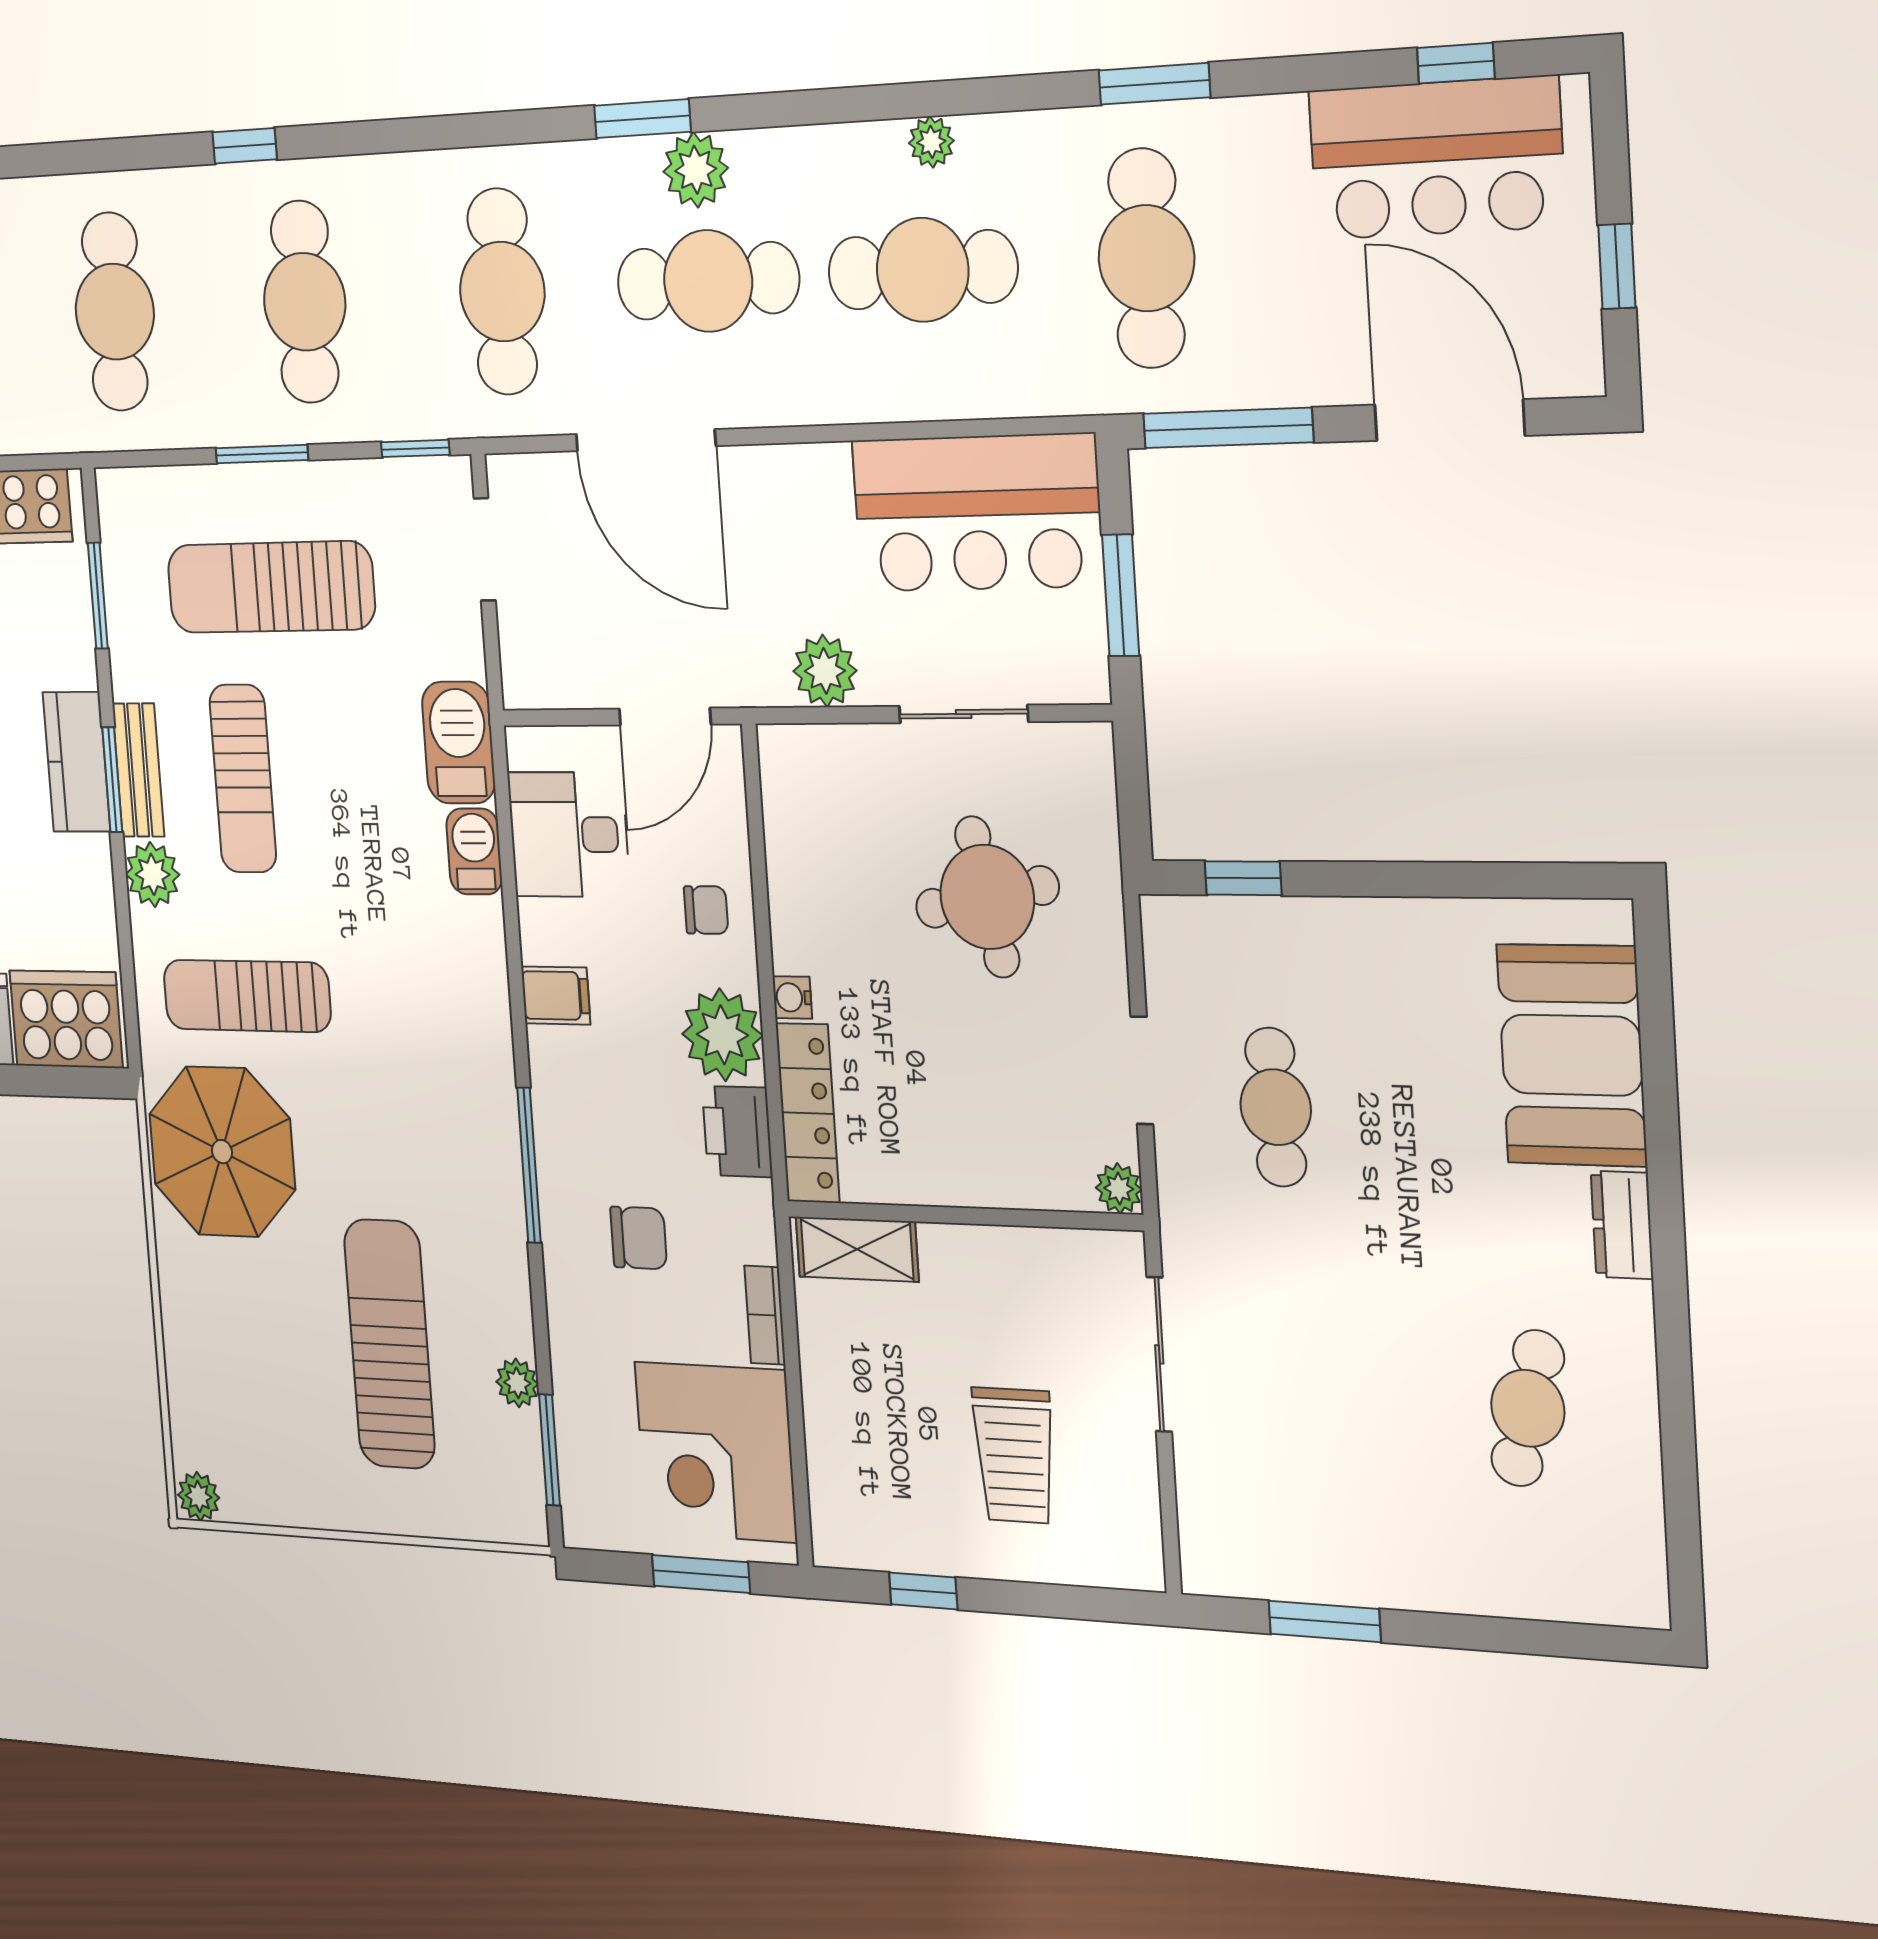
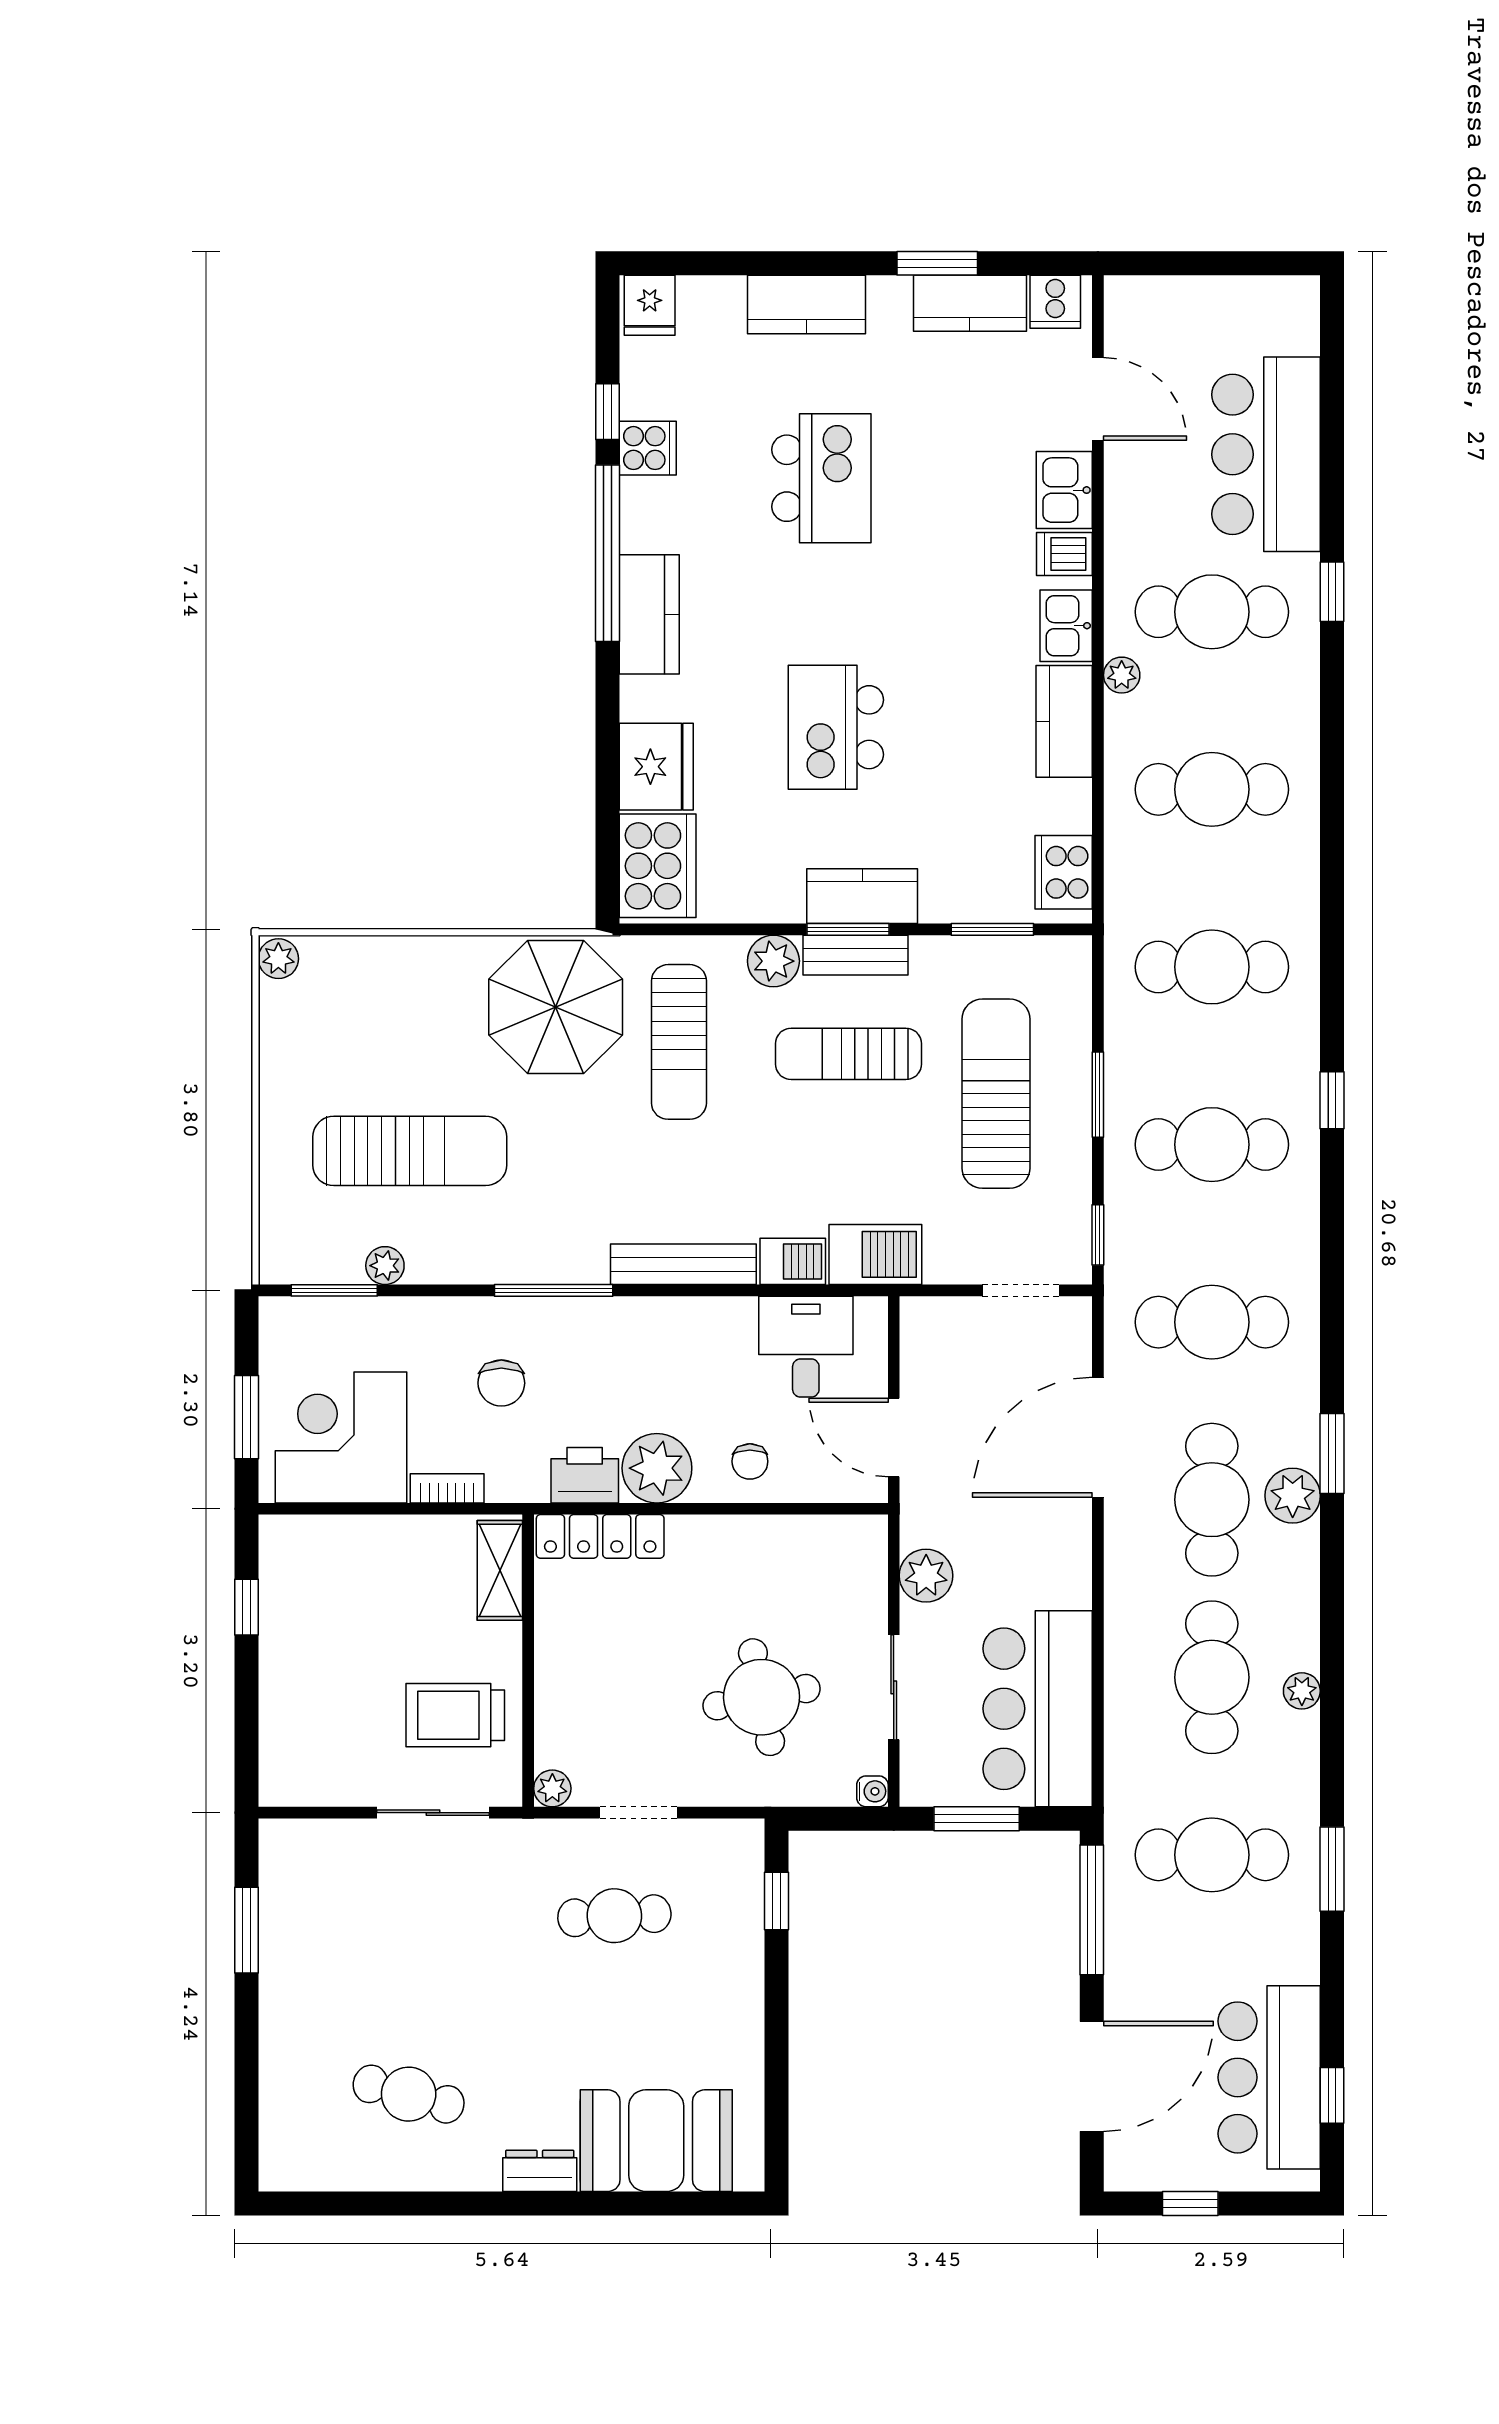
bench: (488, 995) -> (683, 1264), added
sun lounger: (247, 996) -> (679, 1042), turned 180
filing cabinet: (556, 996) -> (684, 1325), removed
water cooler: (792, 997) -> (872, 1791), moved, turned 90
trolley: (1014, 1455) -> (455, 1715), moved

